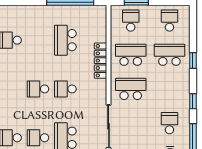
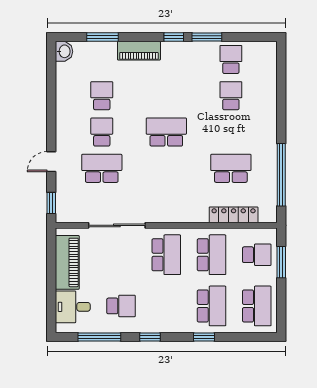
school desk: (169, 21) -> (257, 306), width x1.85
locker: (101, 61) -> (234, 215), moved
school desk: (38, 89) -> (166, 132), width x1.85
school desk: (65, 89) -> (166, 168), removed

